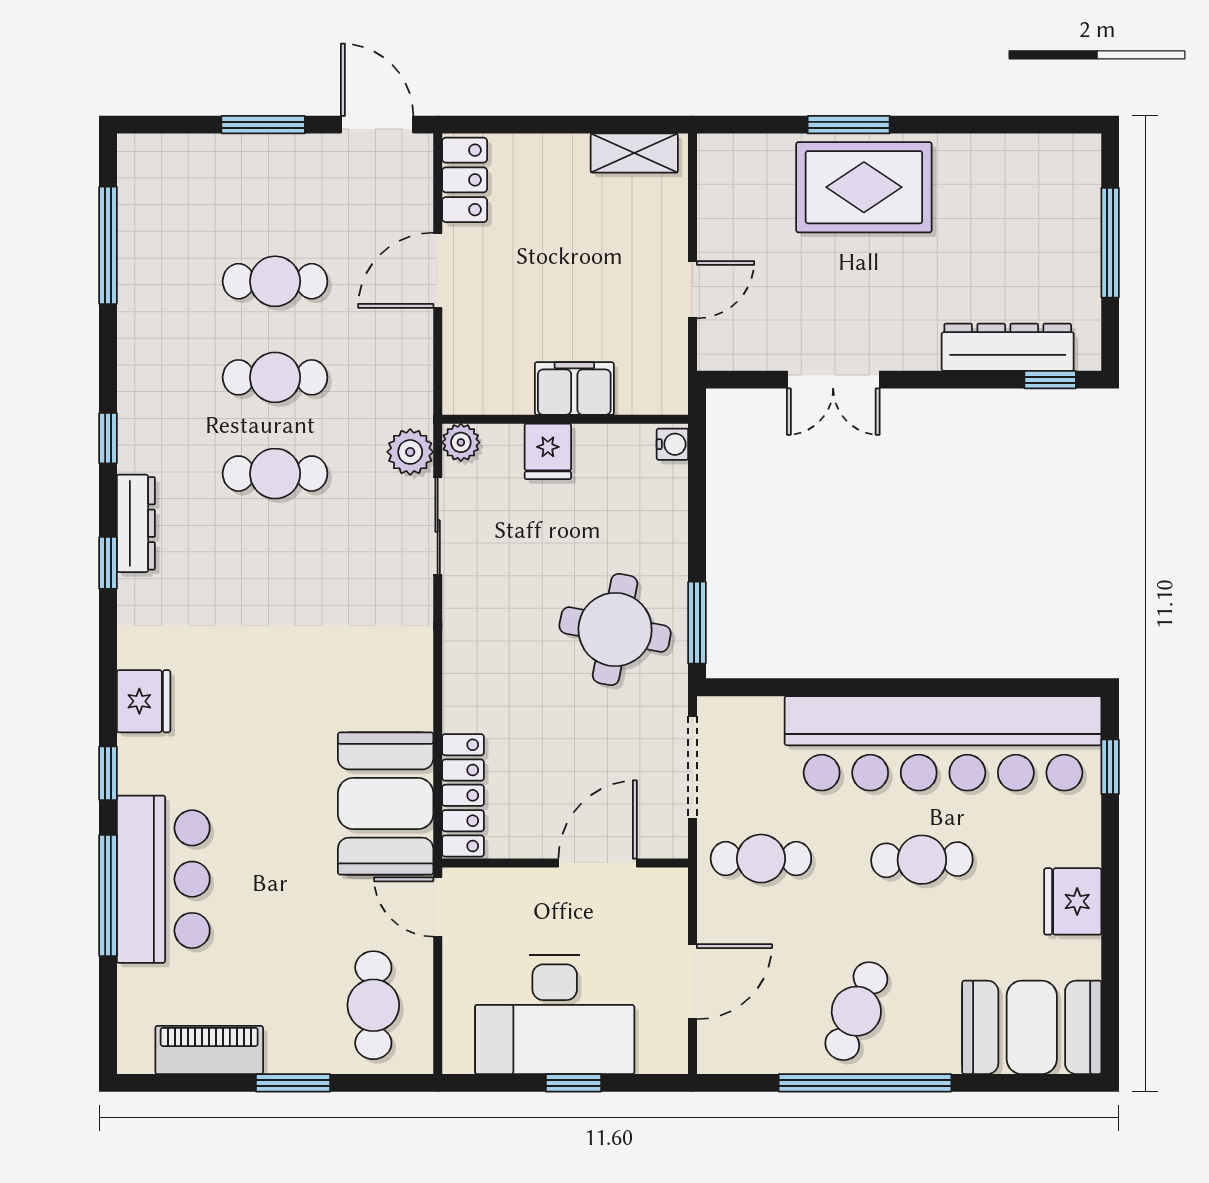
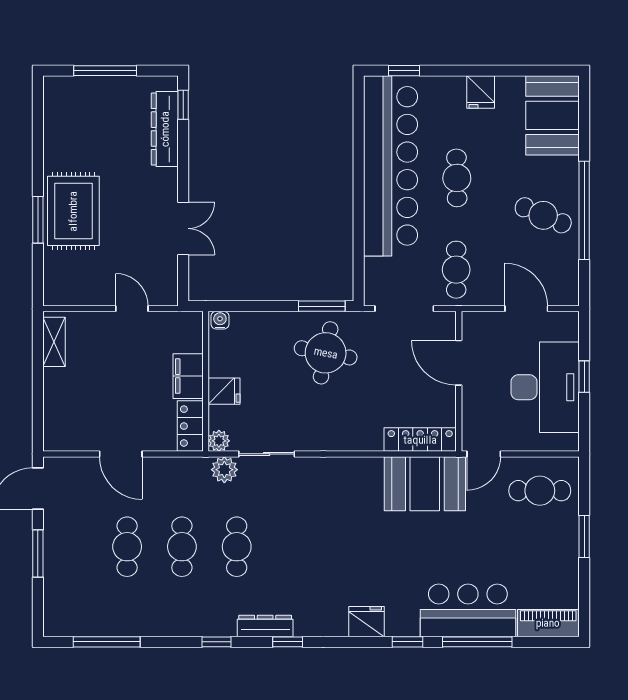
locker: (465, 180) -> (190, 426), moved, turned -90
fridge: (1073, 901) -> (481, 92), width x0.72
piano: (209, 1050) -> (548, 623), moved, turned 90

